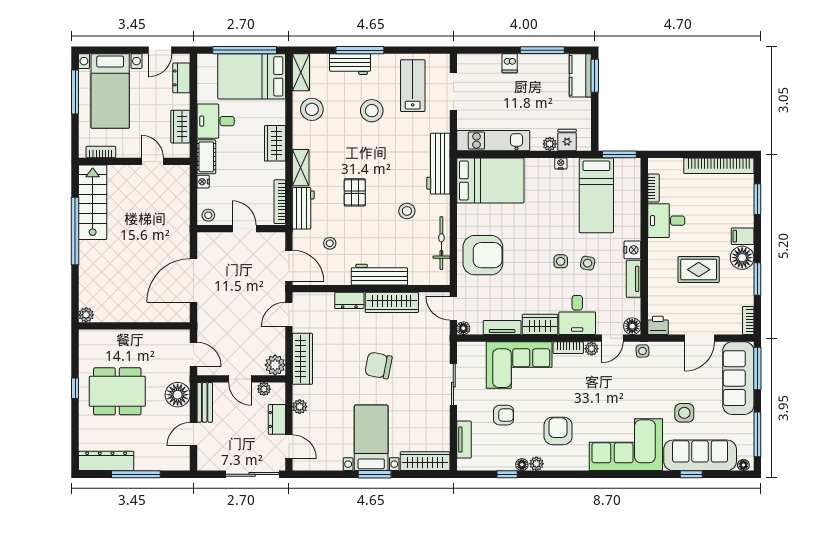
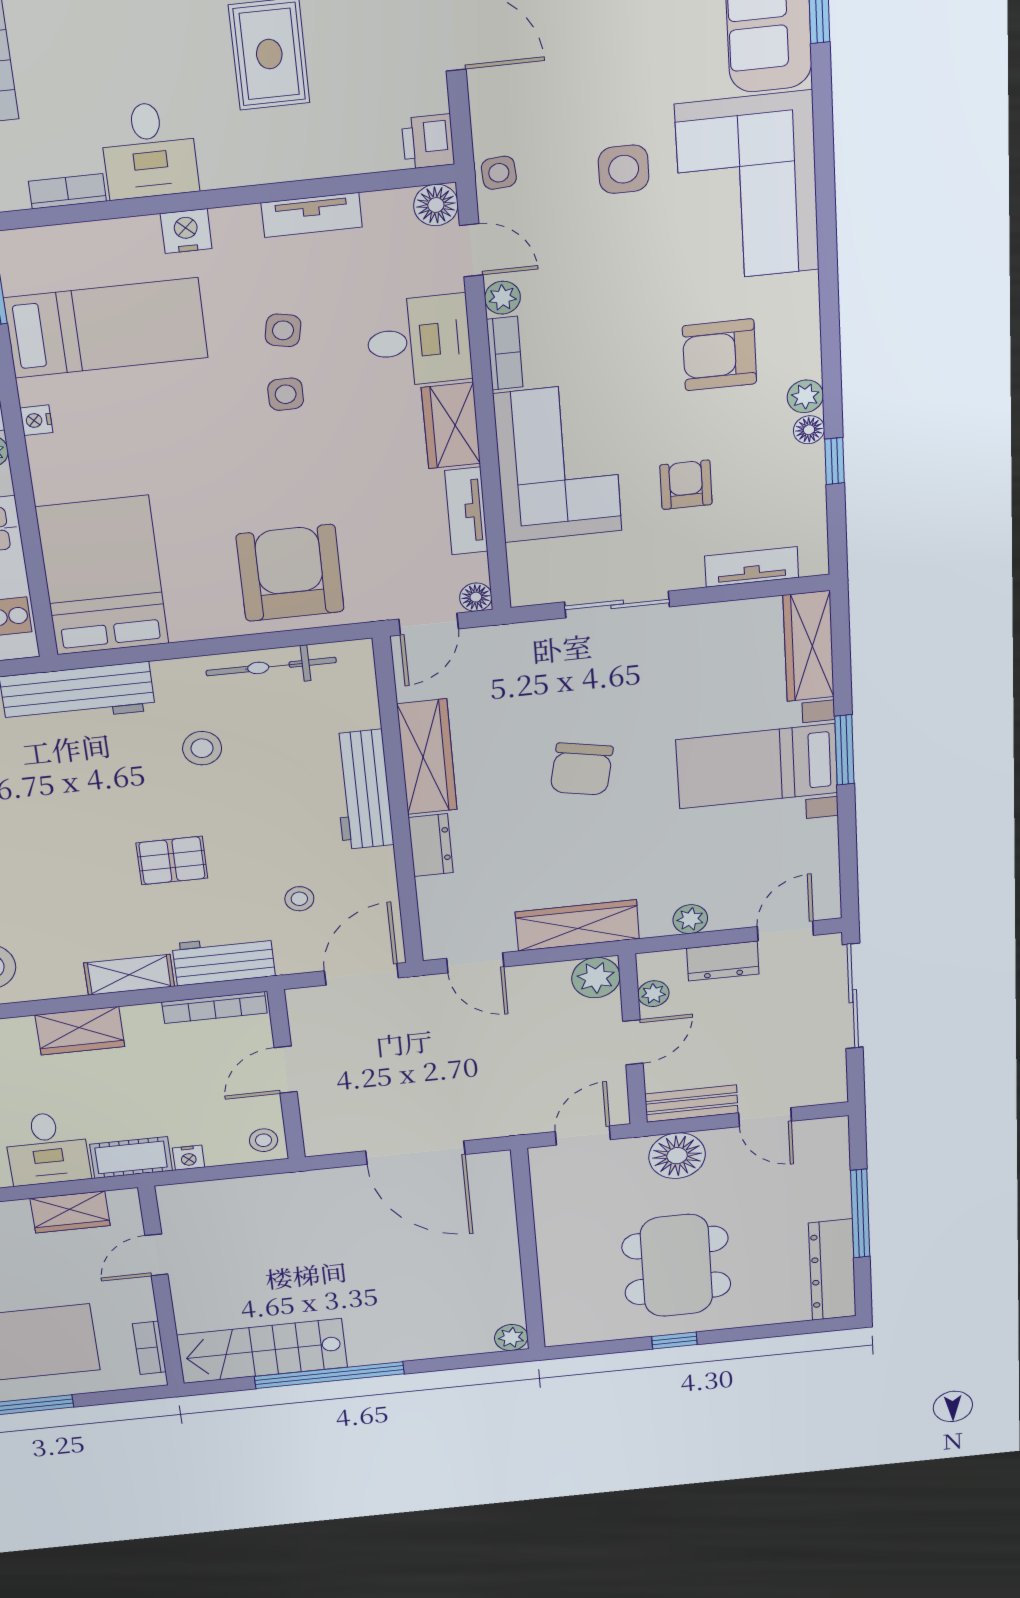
nightstand: (632, 250) -> (186, 231), moved
side table: (684, 413) -> (624, 169), moved

